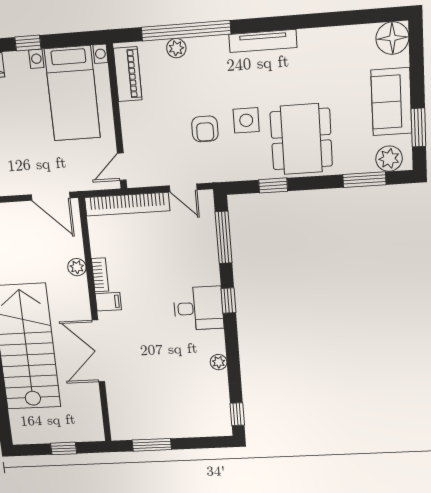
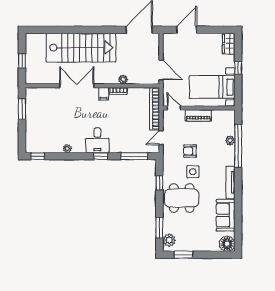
piano: (128, 74) -> (198, 115), moved
sofa: (391, 102) -> (226, 215), moved, turned -90
door: (51, 196) -> (161, 70), swing flipped

